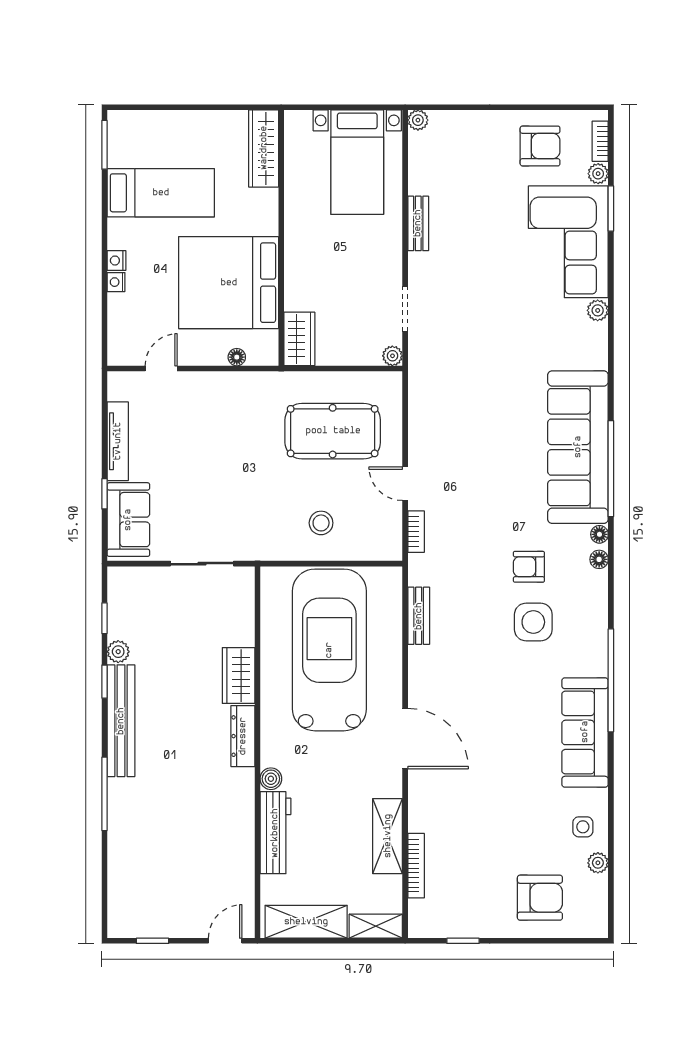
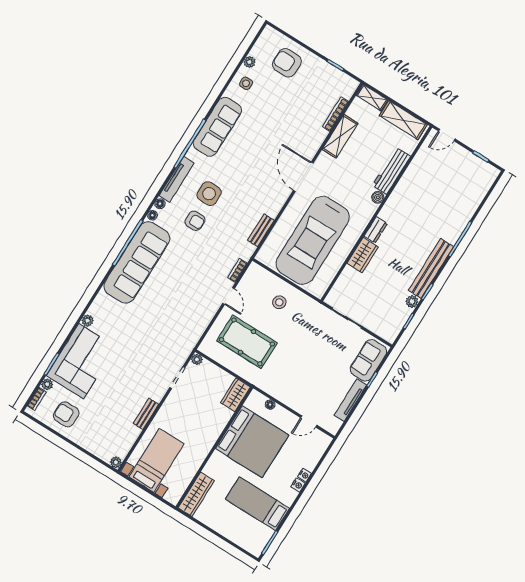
tv unit: (597, 613) -> (177, 179), added
dresser: (243, 736) -> (376, 230), width x0.70

